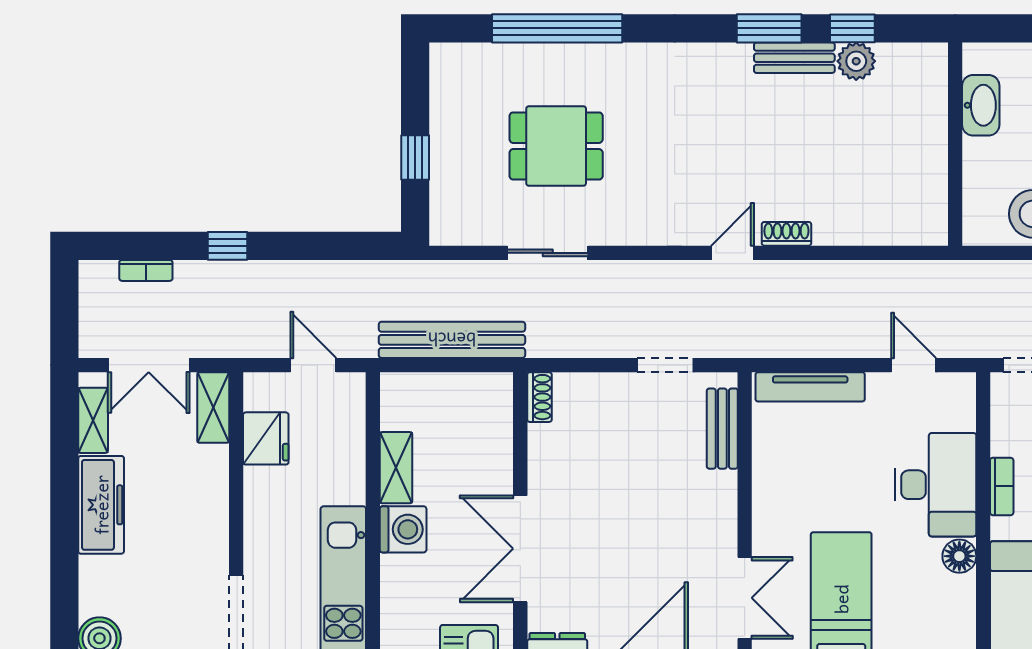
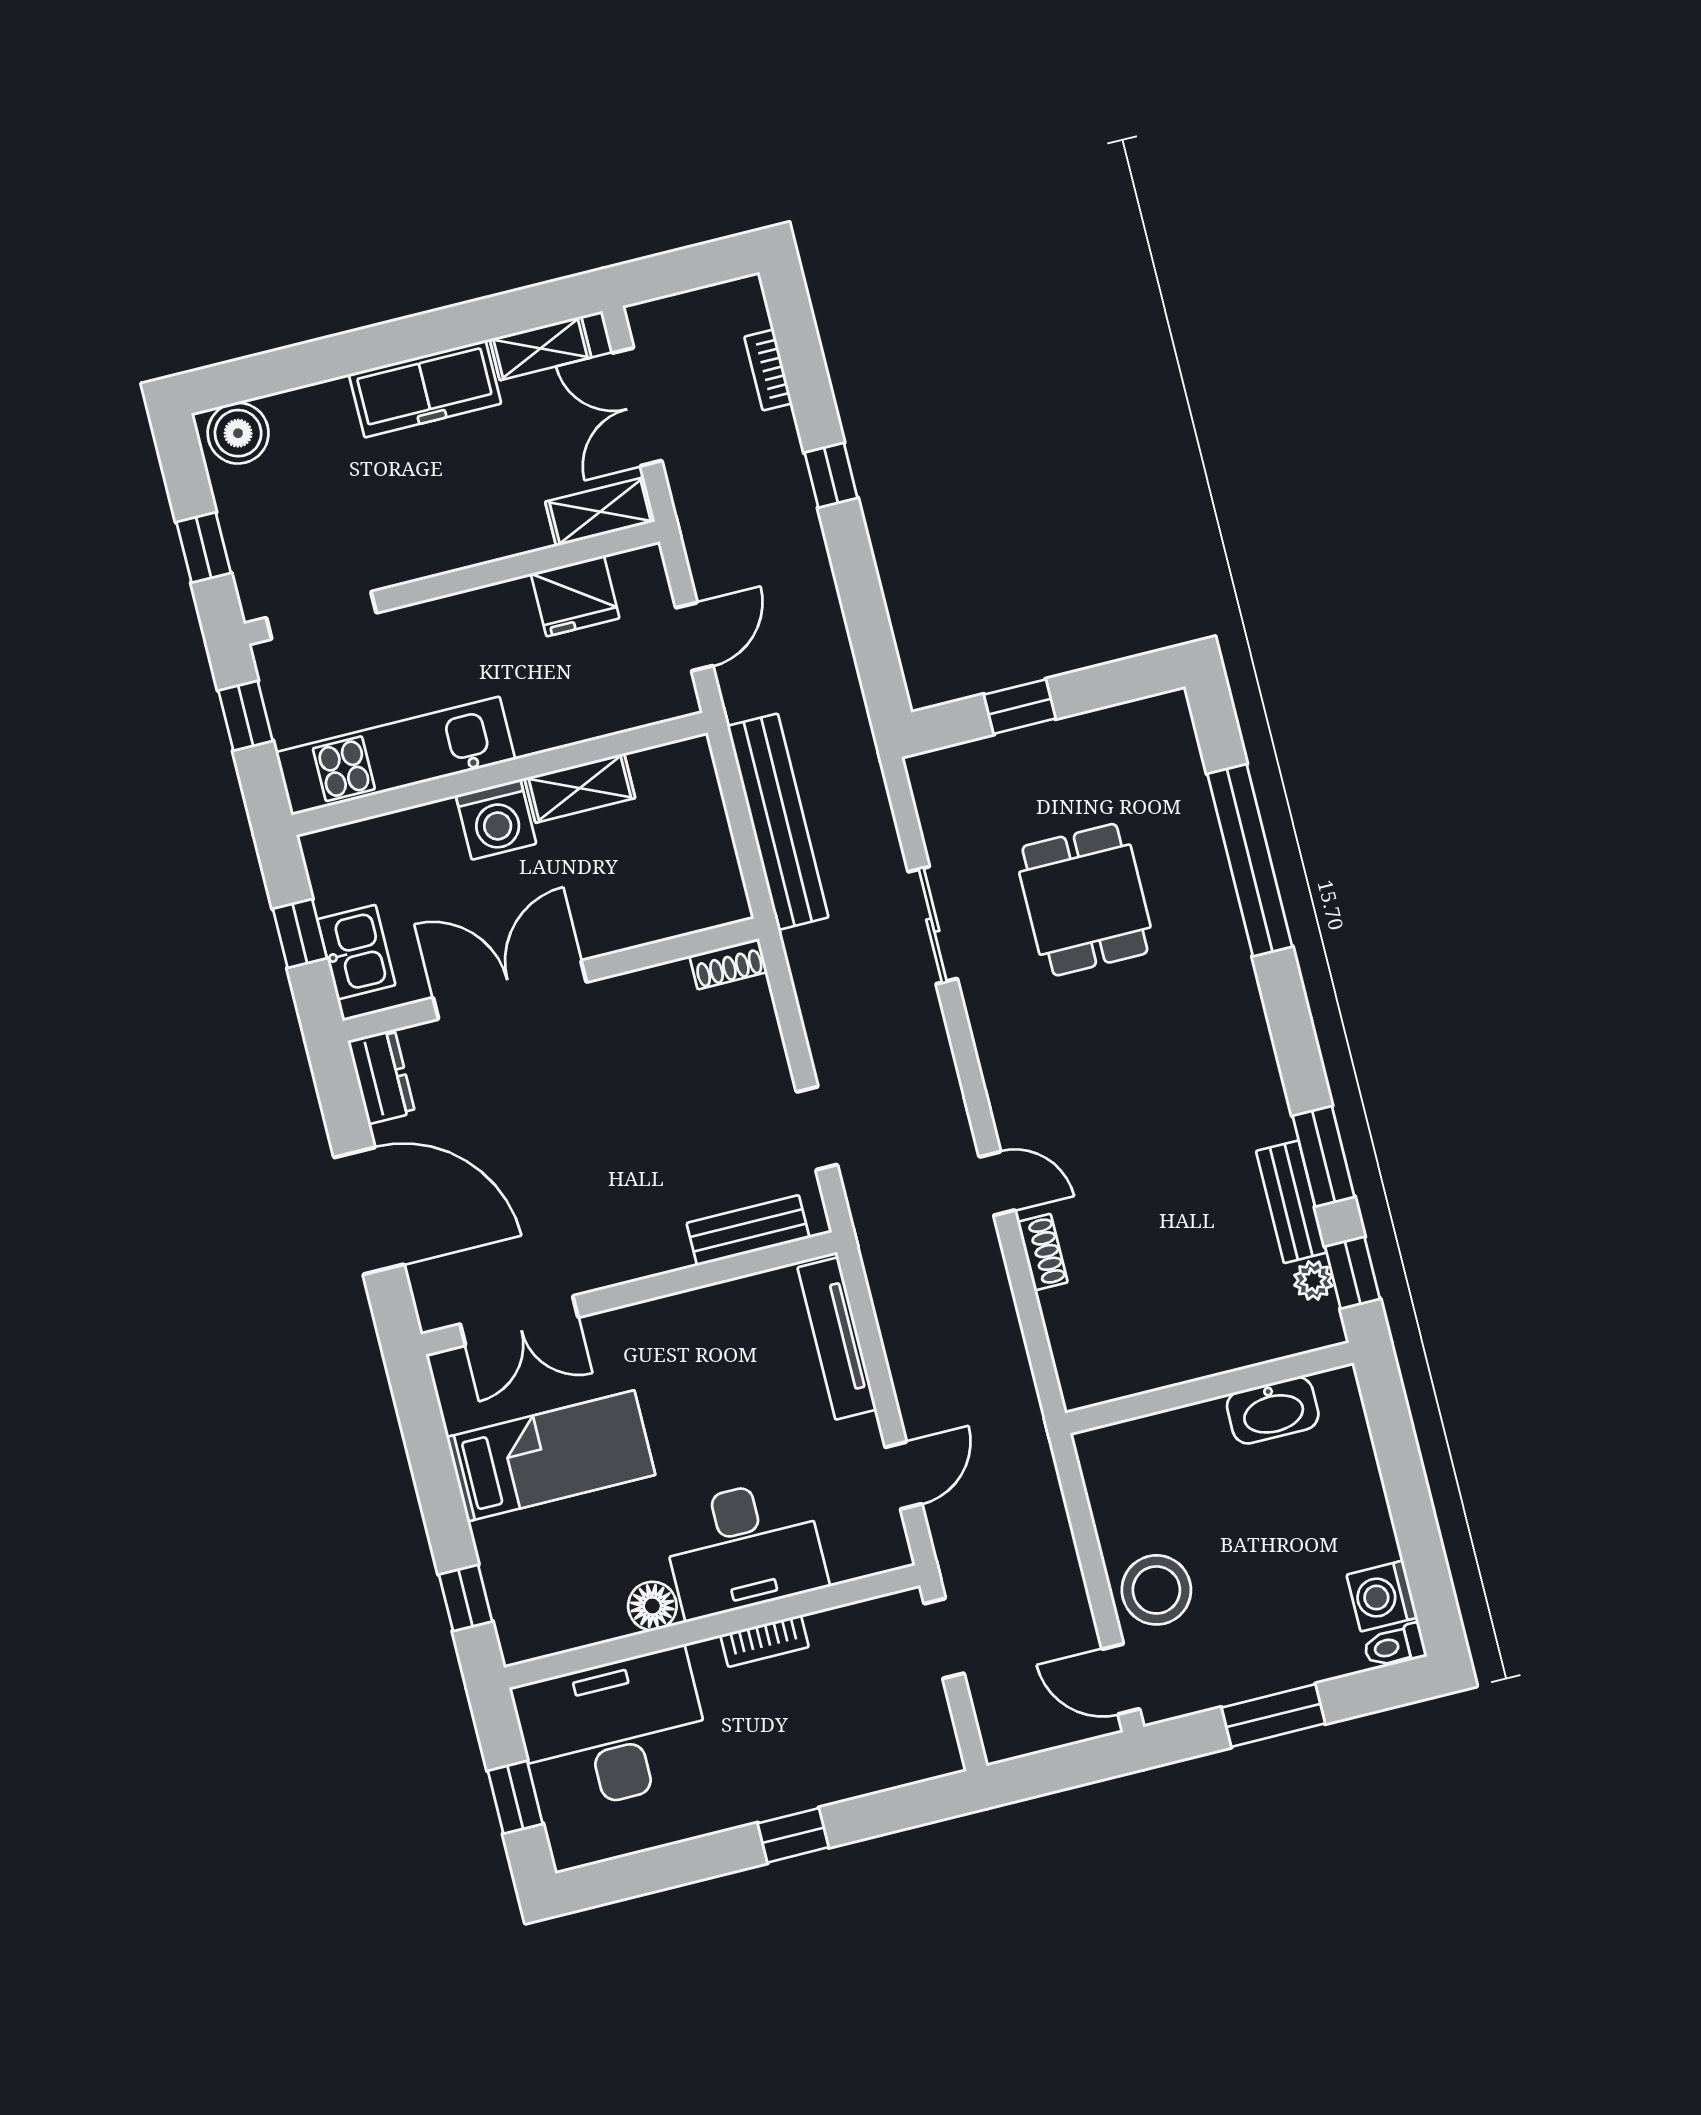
plant: (856, 61) -> (1313, 1281), width x0.73, depth x0.73
washbasin: (981, 105) -> (1273, 1410), moved
wall: (955, 144) -> (1210, 1388), moved

